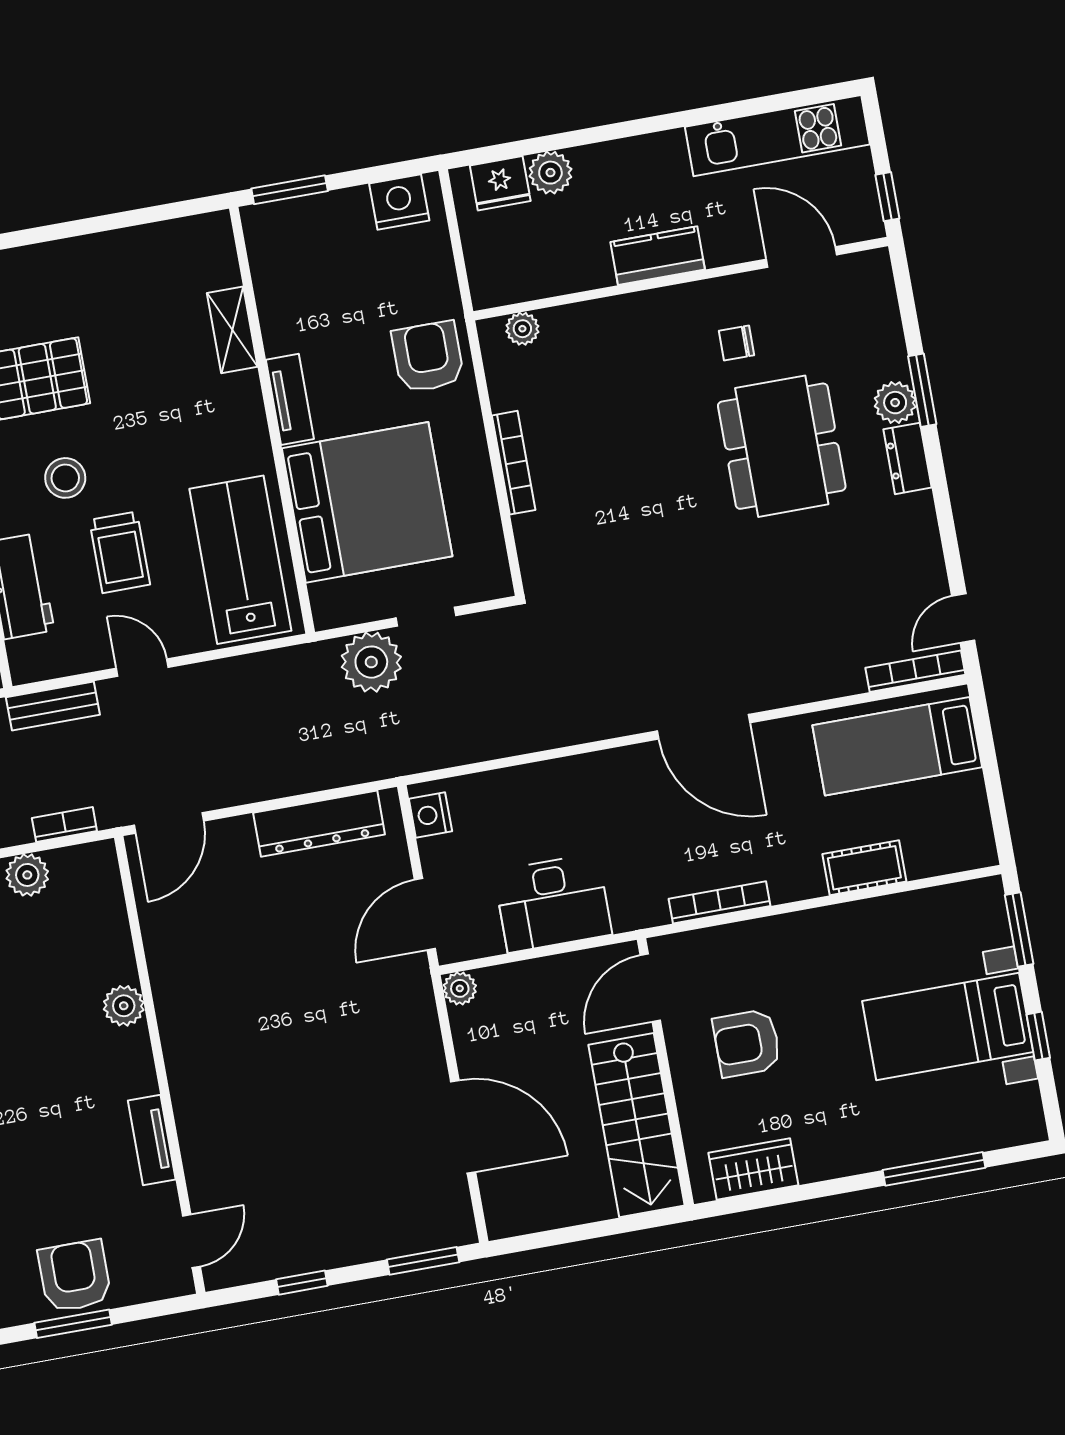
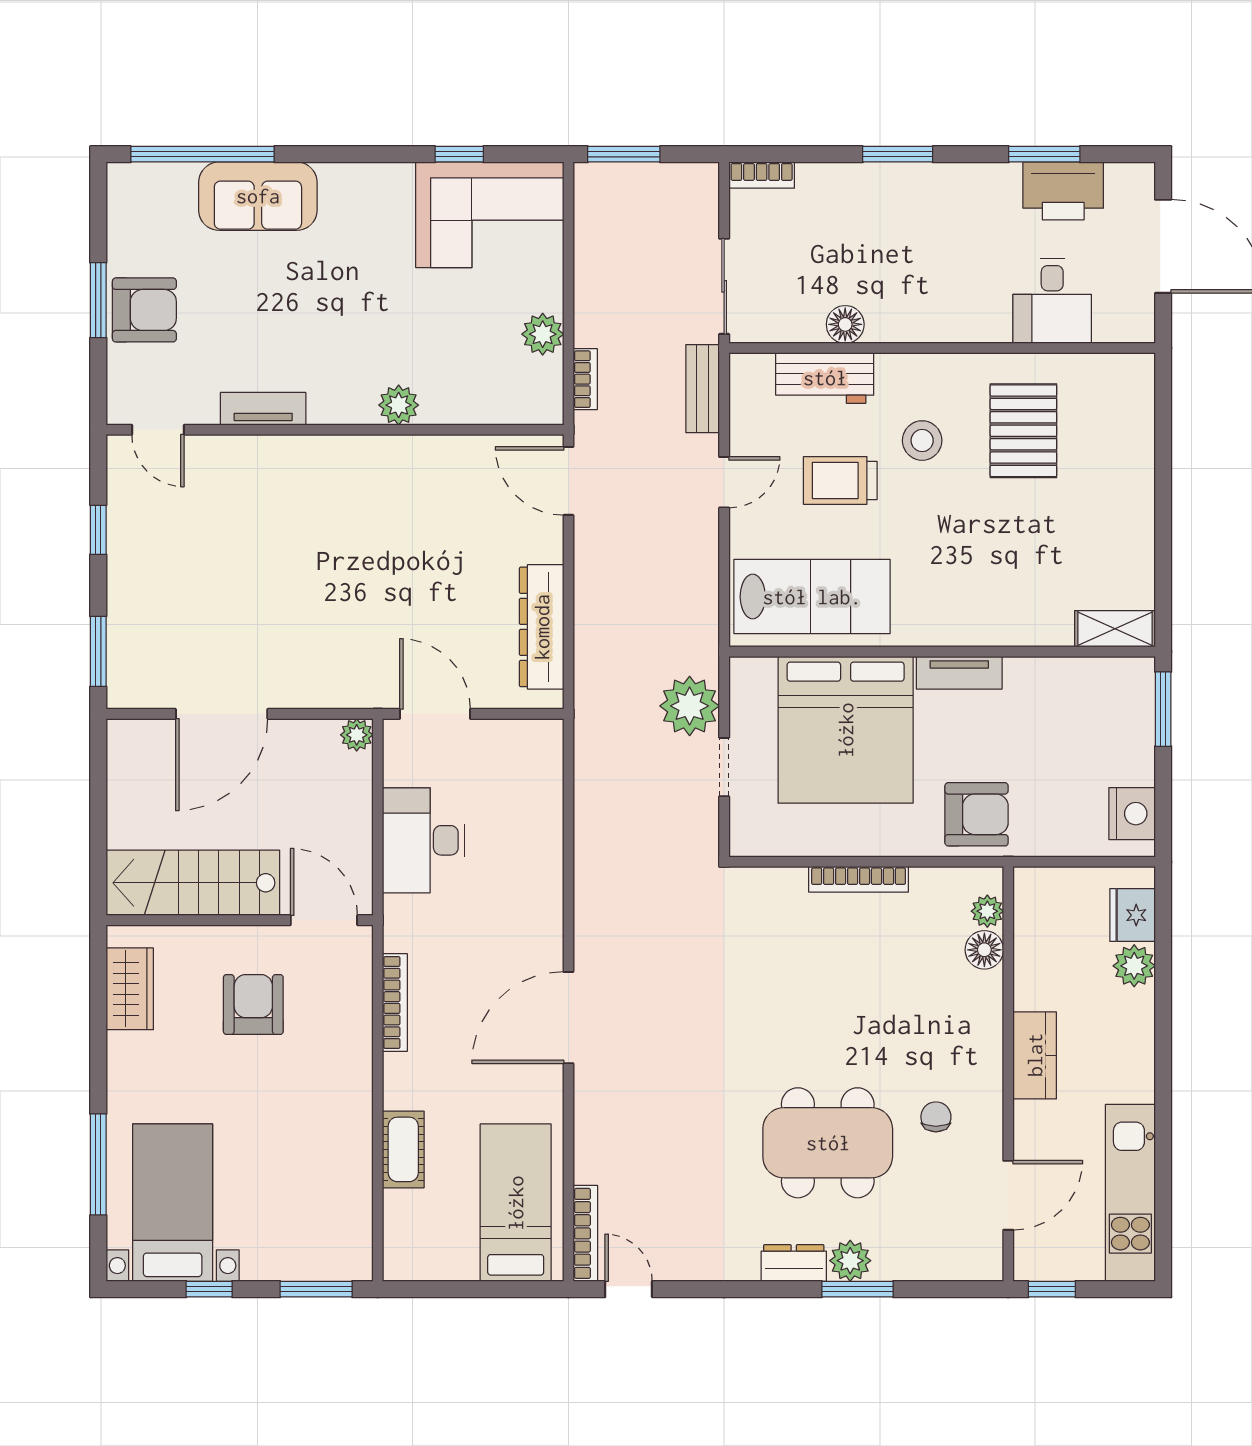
floor lamp: (561, 325) -> (984, 950), added
shelving: (232, 330) -> (1115, 629), moved
nightstand: (430, 815) -> (531, 737), removed
bed with nightstands: (948, 1027) -> (173, 1203), moved

